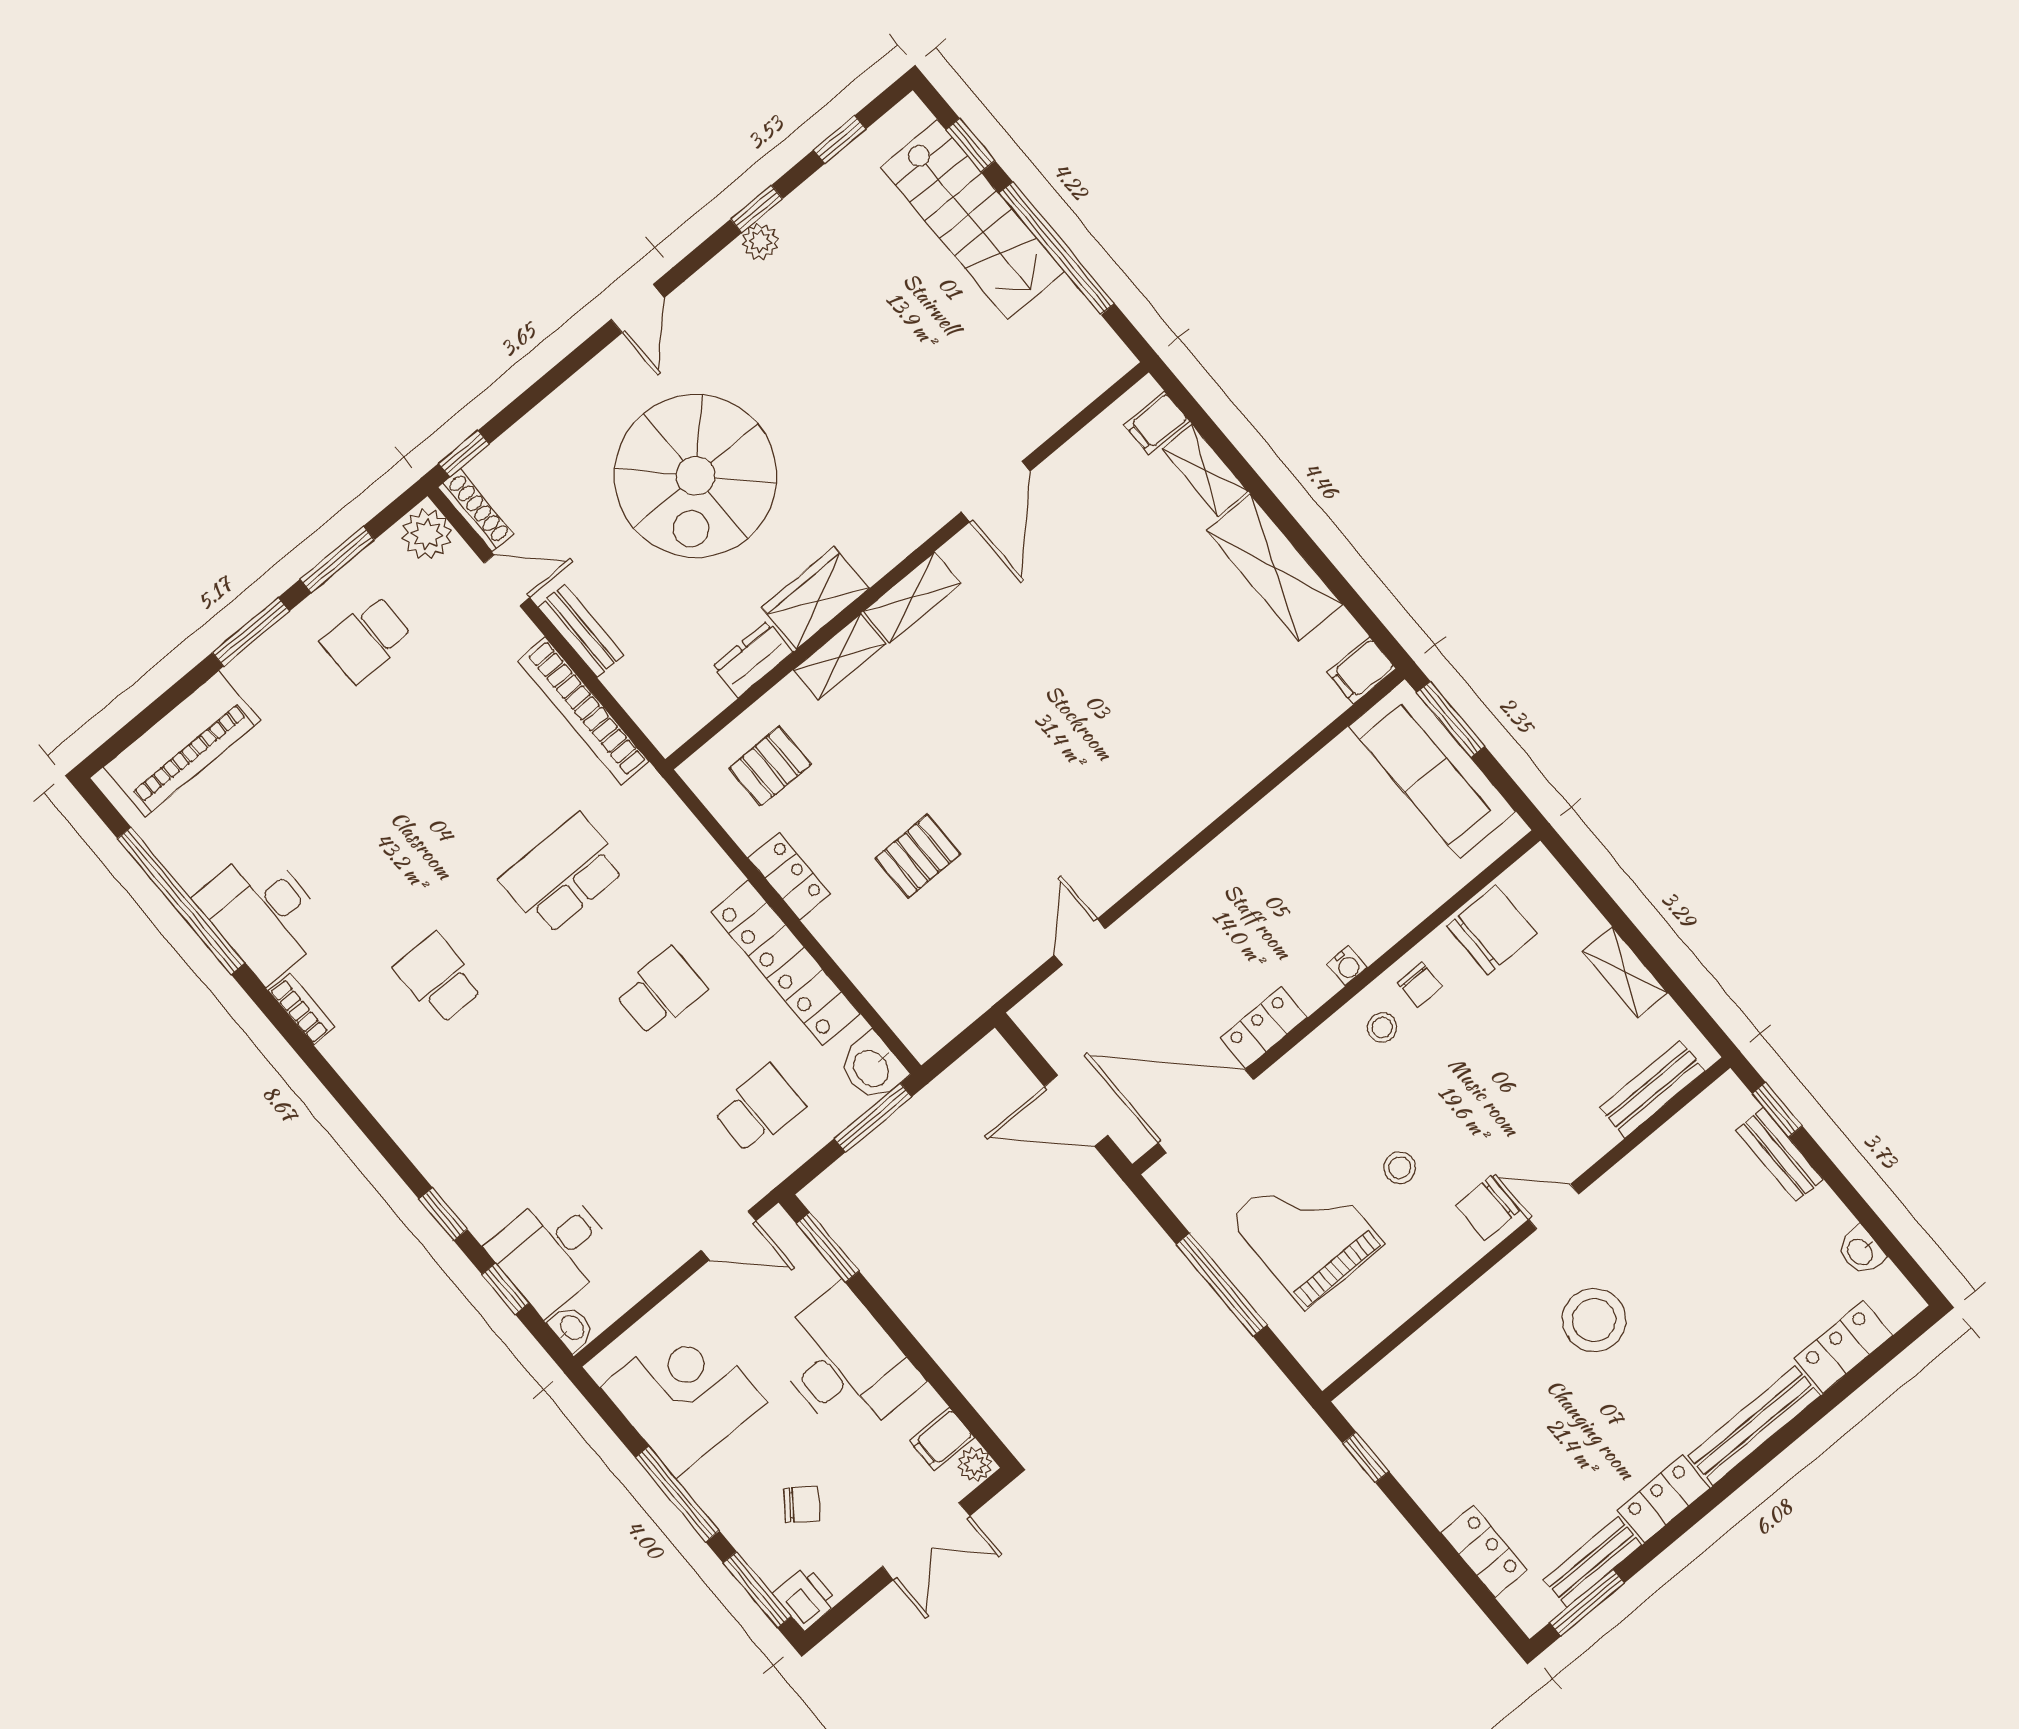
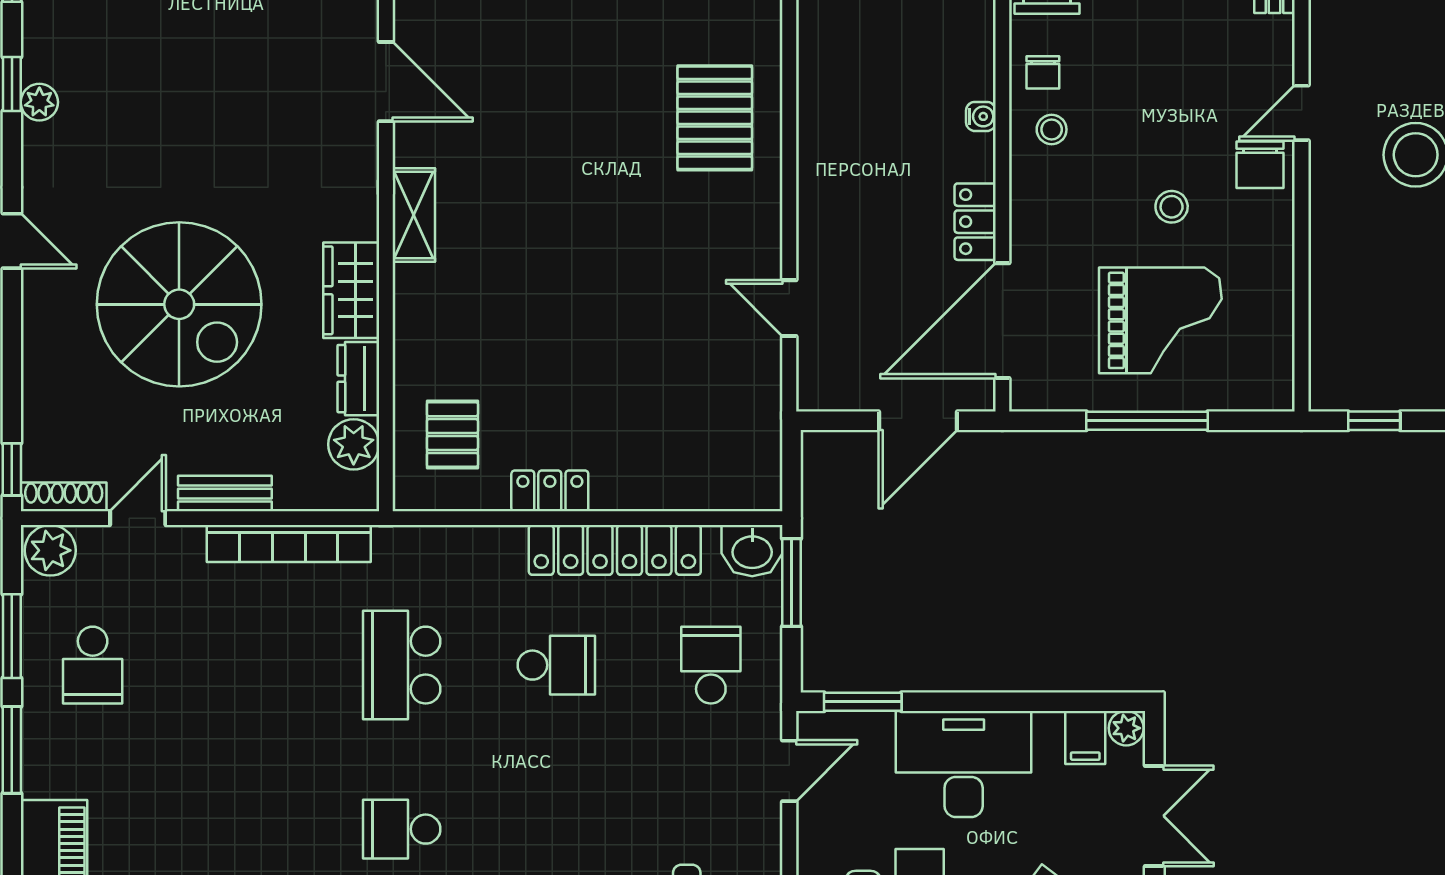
shelving: (839, 657) -> (413, 310), removed
plant: (700, 697) -> (354, 444), added
pallet: (918, 856) -> (715, 118), moved, width x1.50, depth x1.42
chair: (1420, 985) -> (1043, 72), turned 90
school desk: (661, 991) -> (556, 665), turned 90
grand piano: (1306, 1231) -> (1160, 320), turned 180

